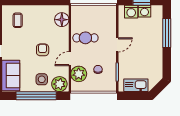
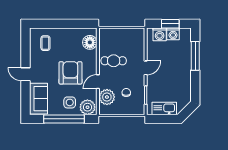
armchair: (43, 50) -> (70, 73), width x1.88, depth x1.88

